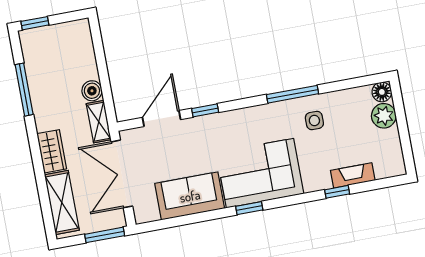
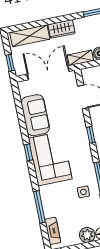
window: (205, 110) -> (91, 135), moved
fireplace: (353, 175) -> (53, 231), moved
window: (337, 192) -> (39, 207), width x2.17
window: (105, 235) -> (10, 63), width x0.67

